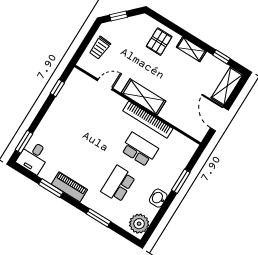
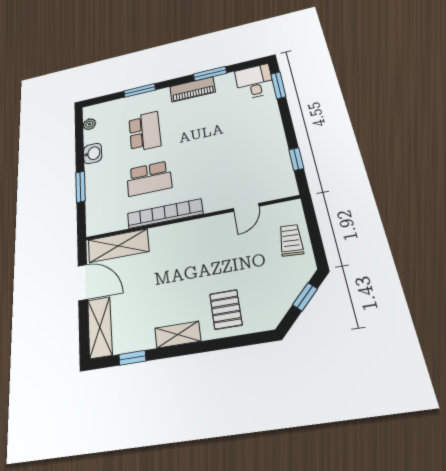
shelving: (143, 97) -> (118, 246), moved
plant: (139, 224) -> (89, 124), width x0.53, depth x0.53

